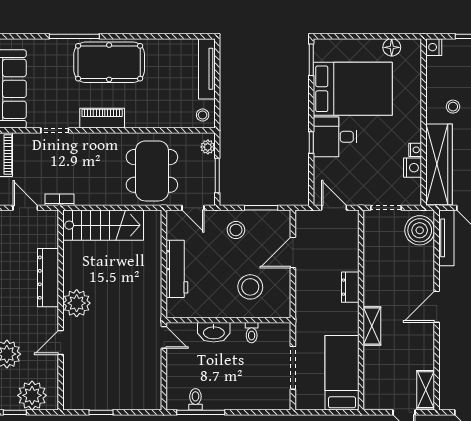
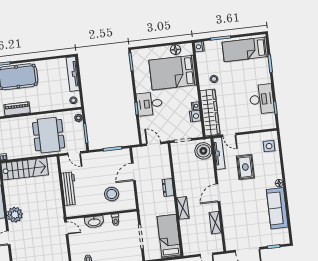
bed: (353, 89) -> (173, 73), moved, turned 180
stool: (236, 230) -> (100, 163), removed
shelving: (426, 390) -> (215, 223), moved

